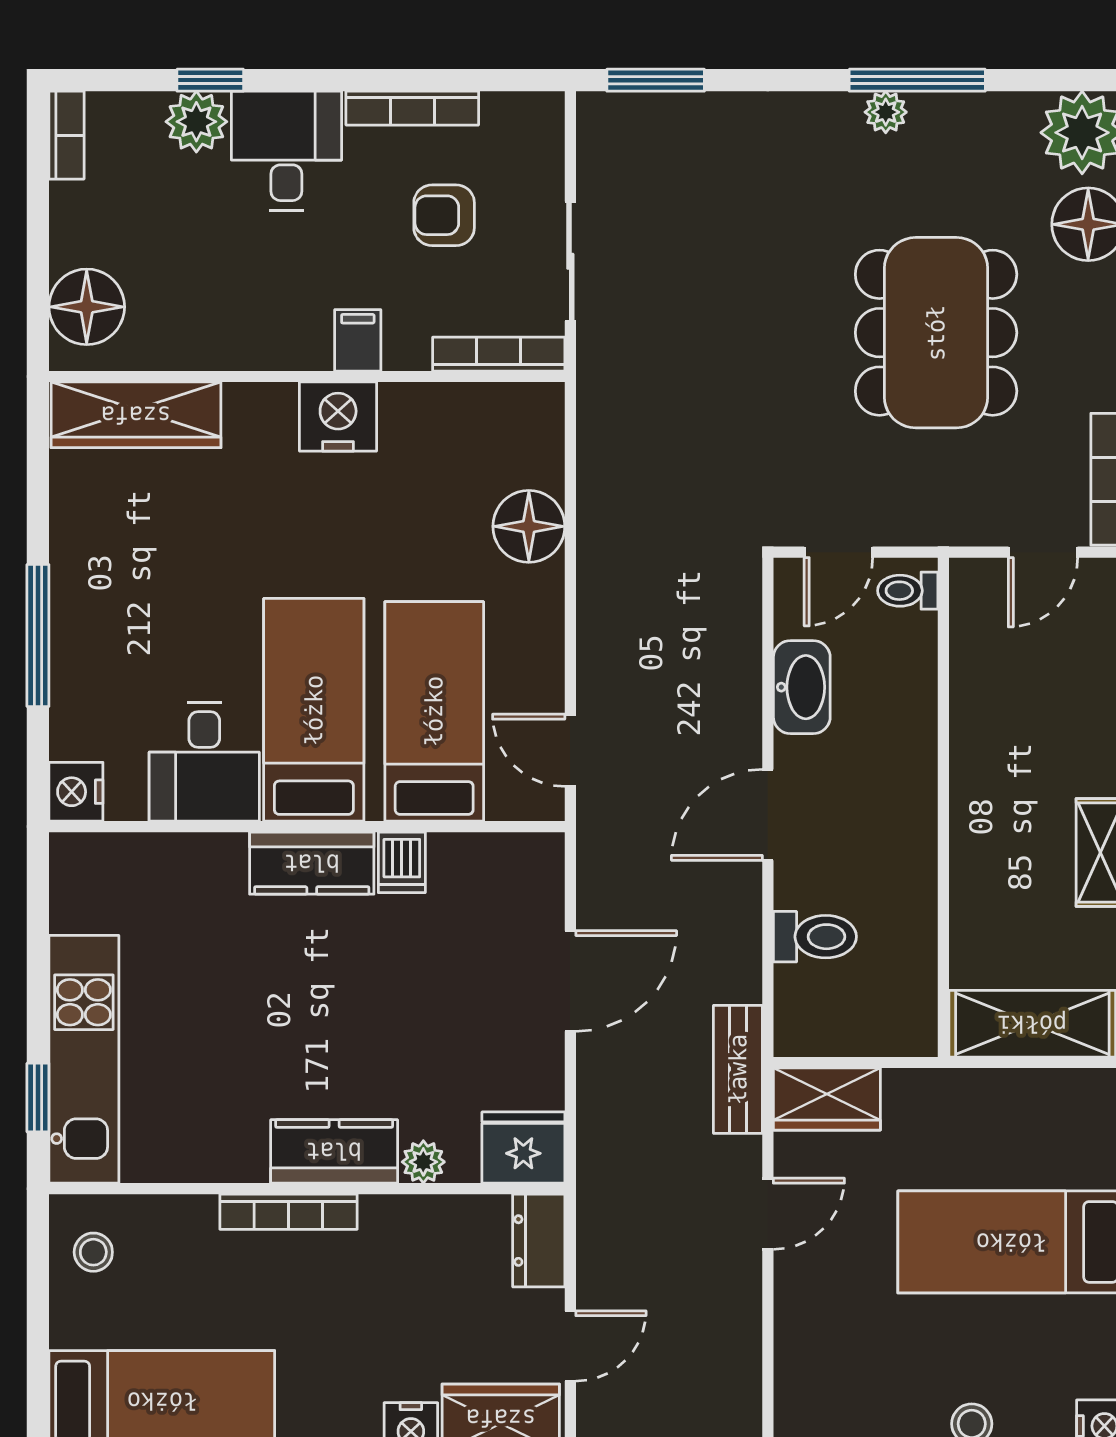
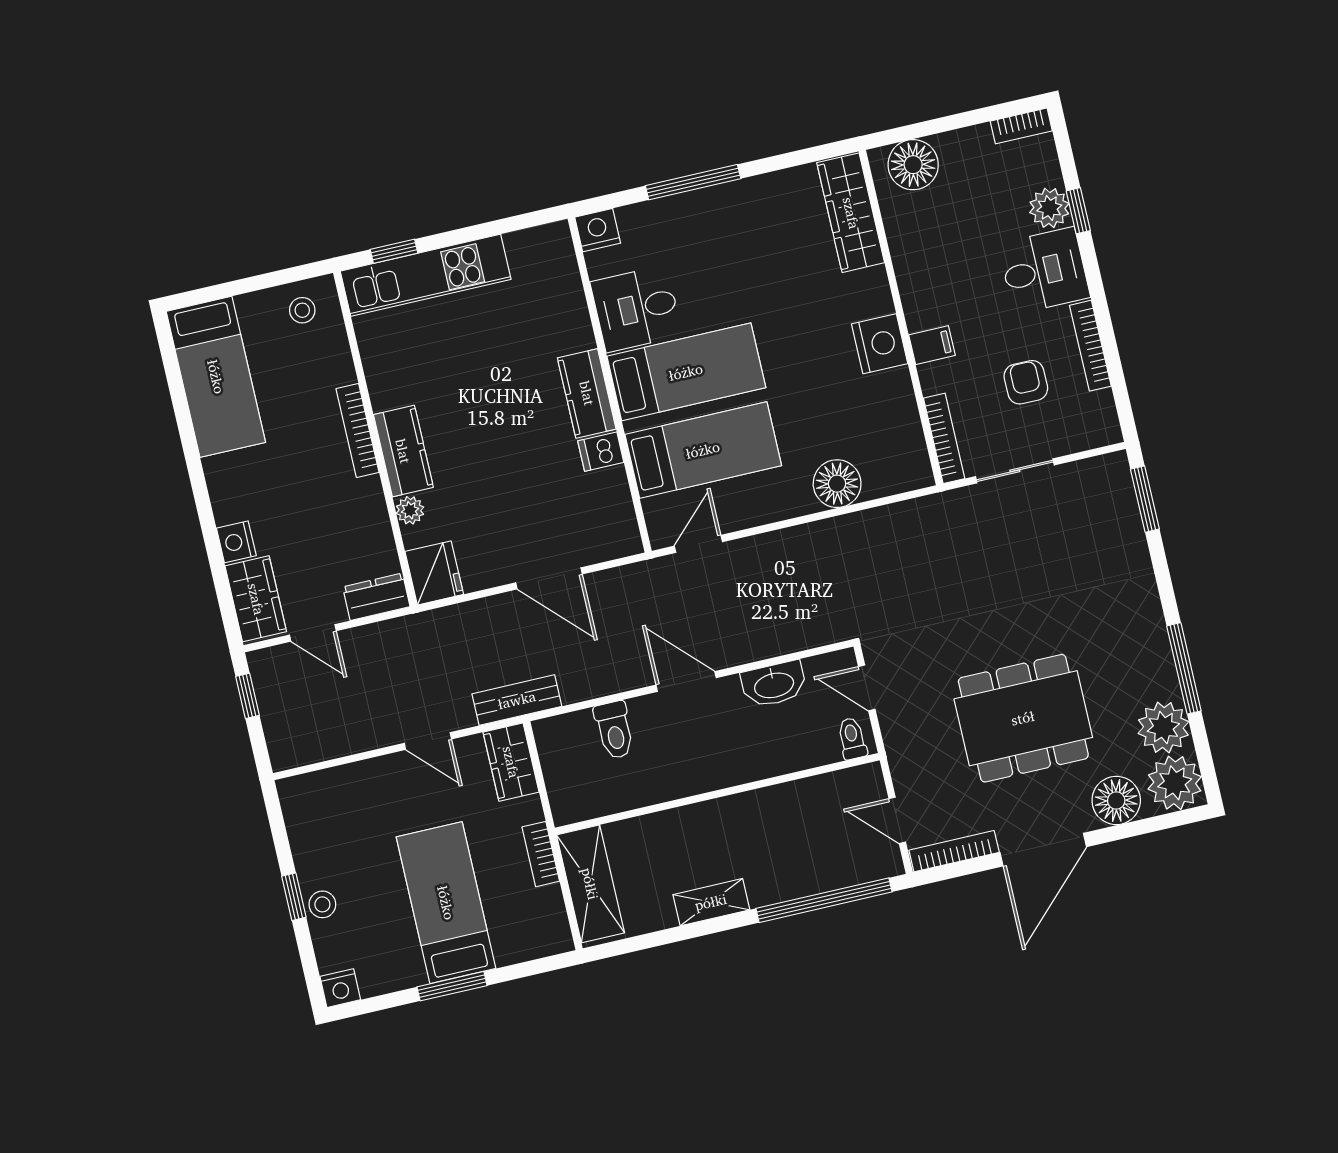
plant: (886, 112) -> (1163, 727), moved, width x1.88, depth x1.88
bookcase: (972, 1086) -> (541, 854), added

